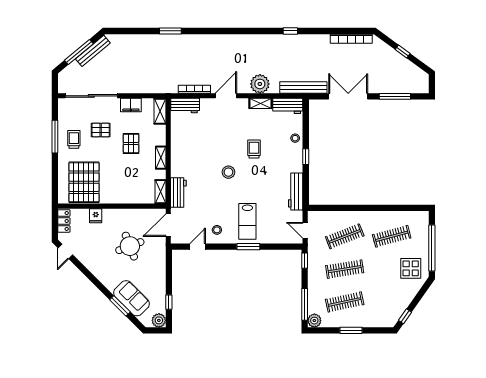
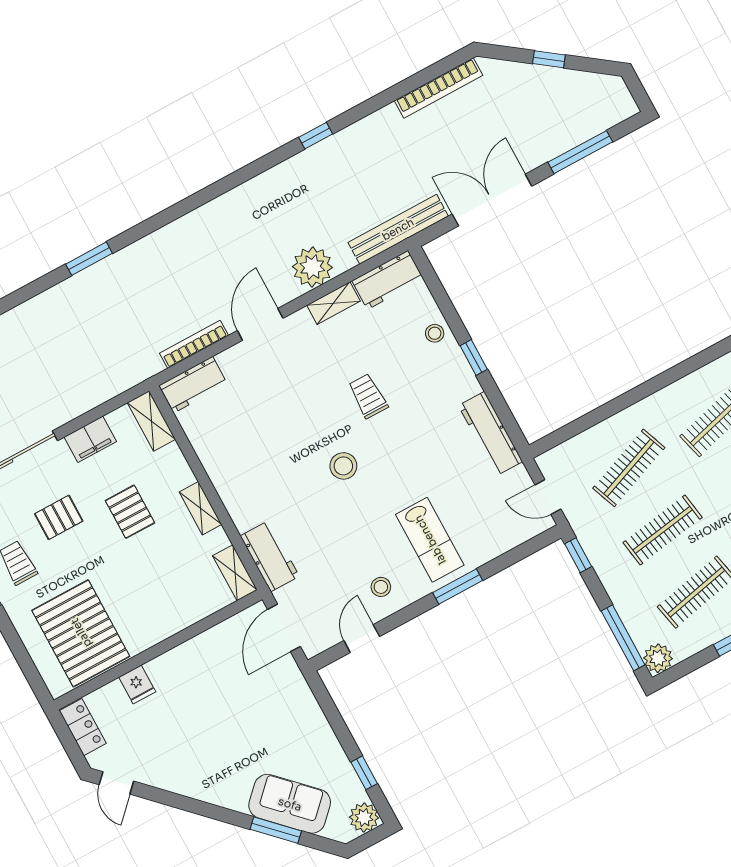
round table: (130, 246) -> (233, 707), removed

